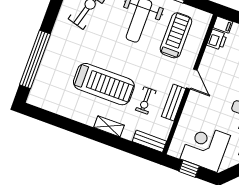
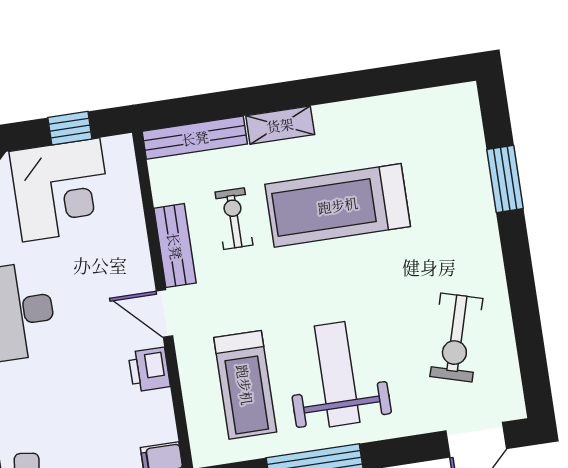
printer: (217, 40) -> (149, 369), moved
window: (35, 59) -> (505, 179), width x0.47
bench: (149, 141) -> (195, 138), width x1.36

